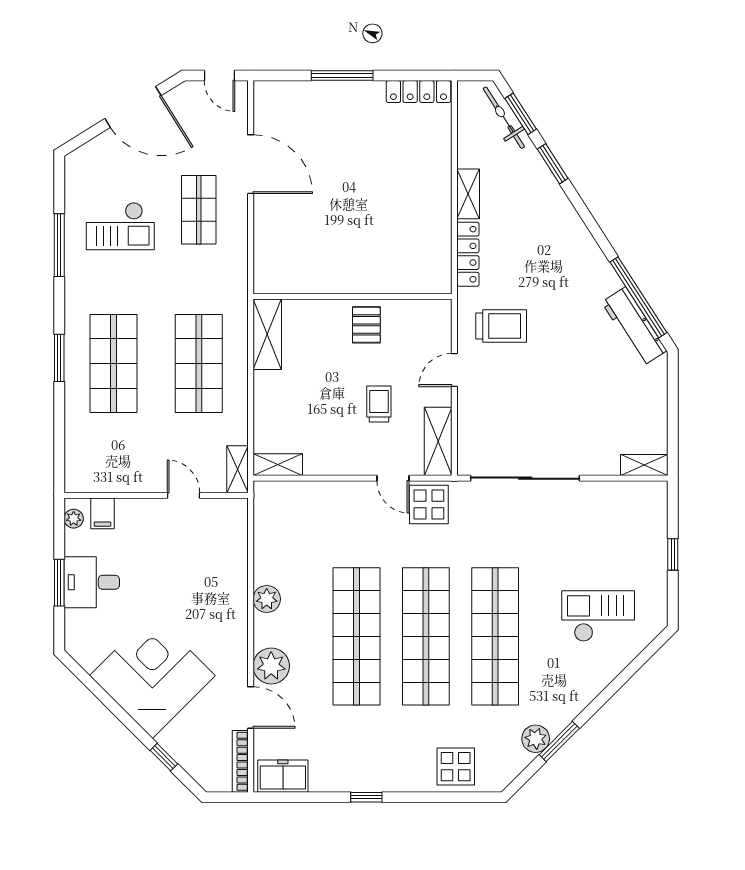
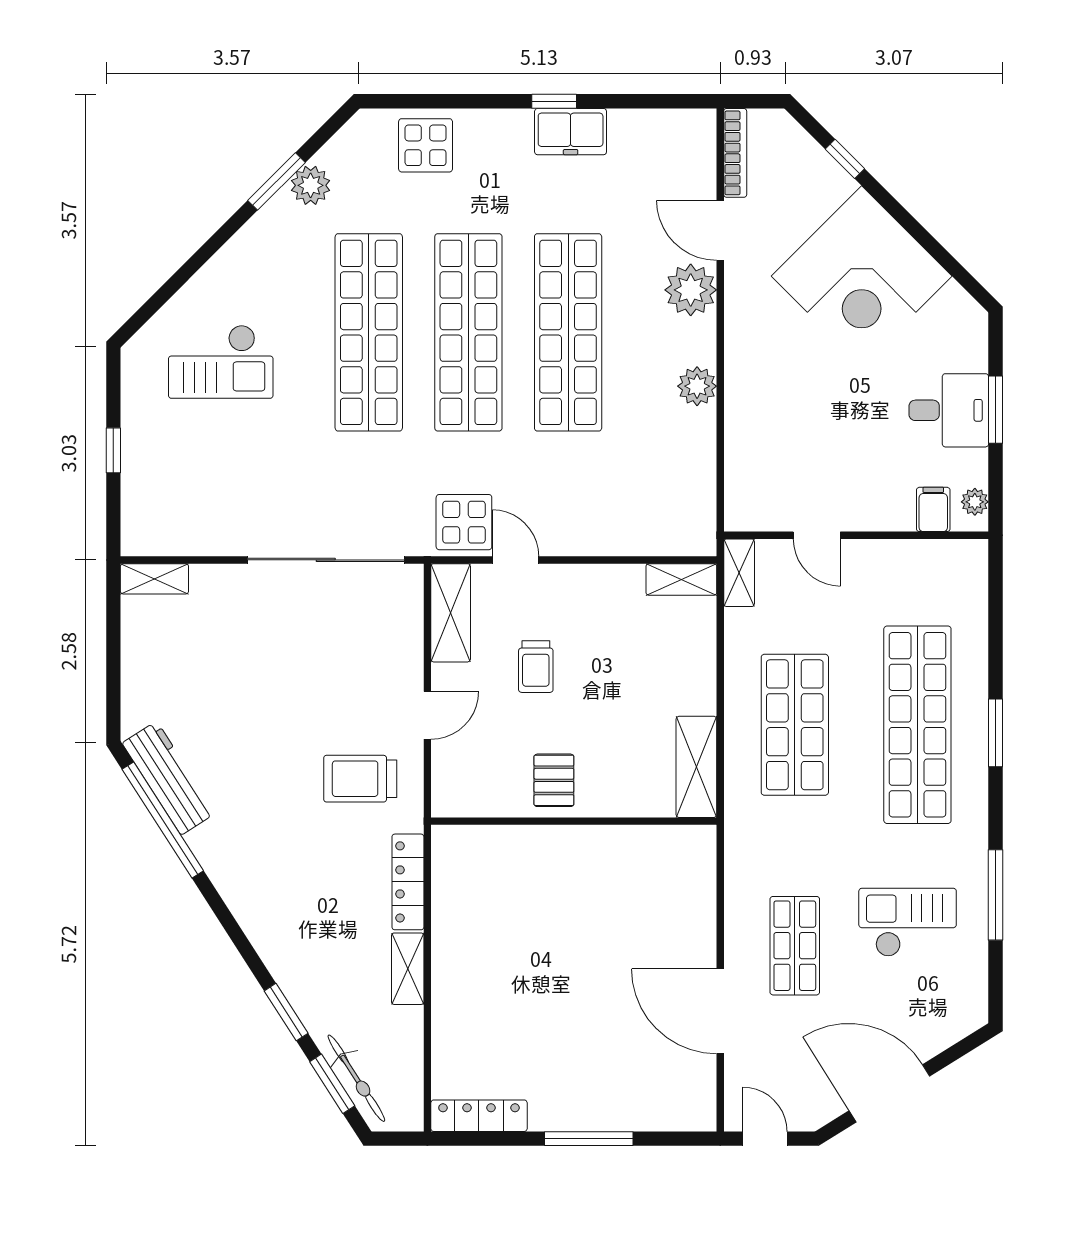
shop shelf: (113, 364) -> (917, 725), width x1.40
freezer: (283, 776) -> (571, 132), moved

